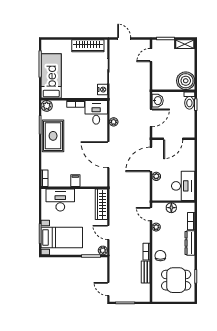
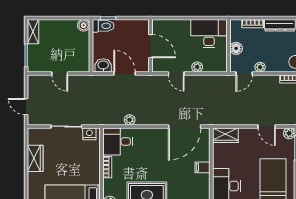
door: (124, 39) -> (26, 107), hinge flipped
wardrobe: (88, 46) -> (35, 158), width x0.67
door: (151, 55) -> (60, 74), moved
boiler: (186, 81) -> (84, 25), width x0.54, depth x0.54
door: (108, 155) -> (185, 126), moved
door: (151, 159) -> (176, 74), width x0.53
wardrobe: (101, 204) -> (225, 135), width x0.67
door: (108, 232) -> (267, 126), hinge flipped

